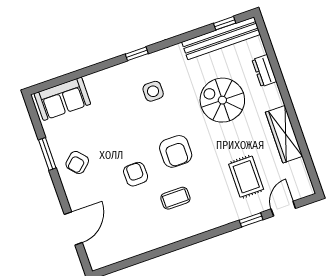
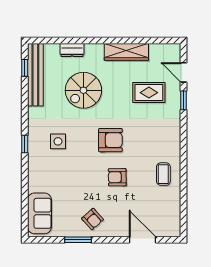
coffee table: (175, 198) -> (163, 174), moved

